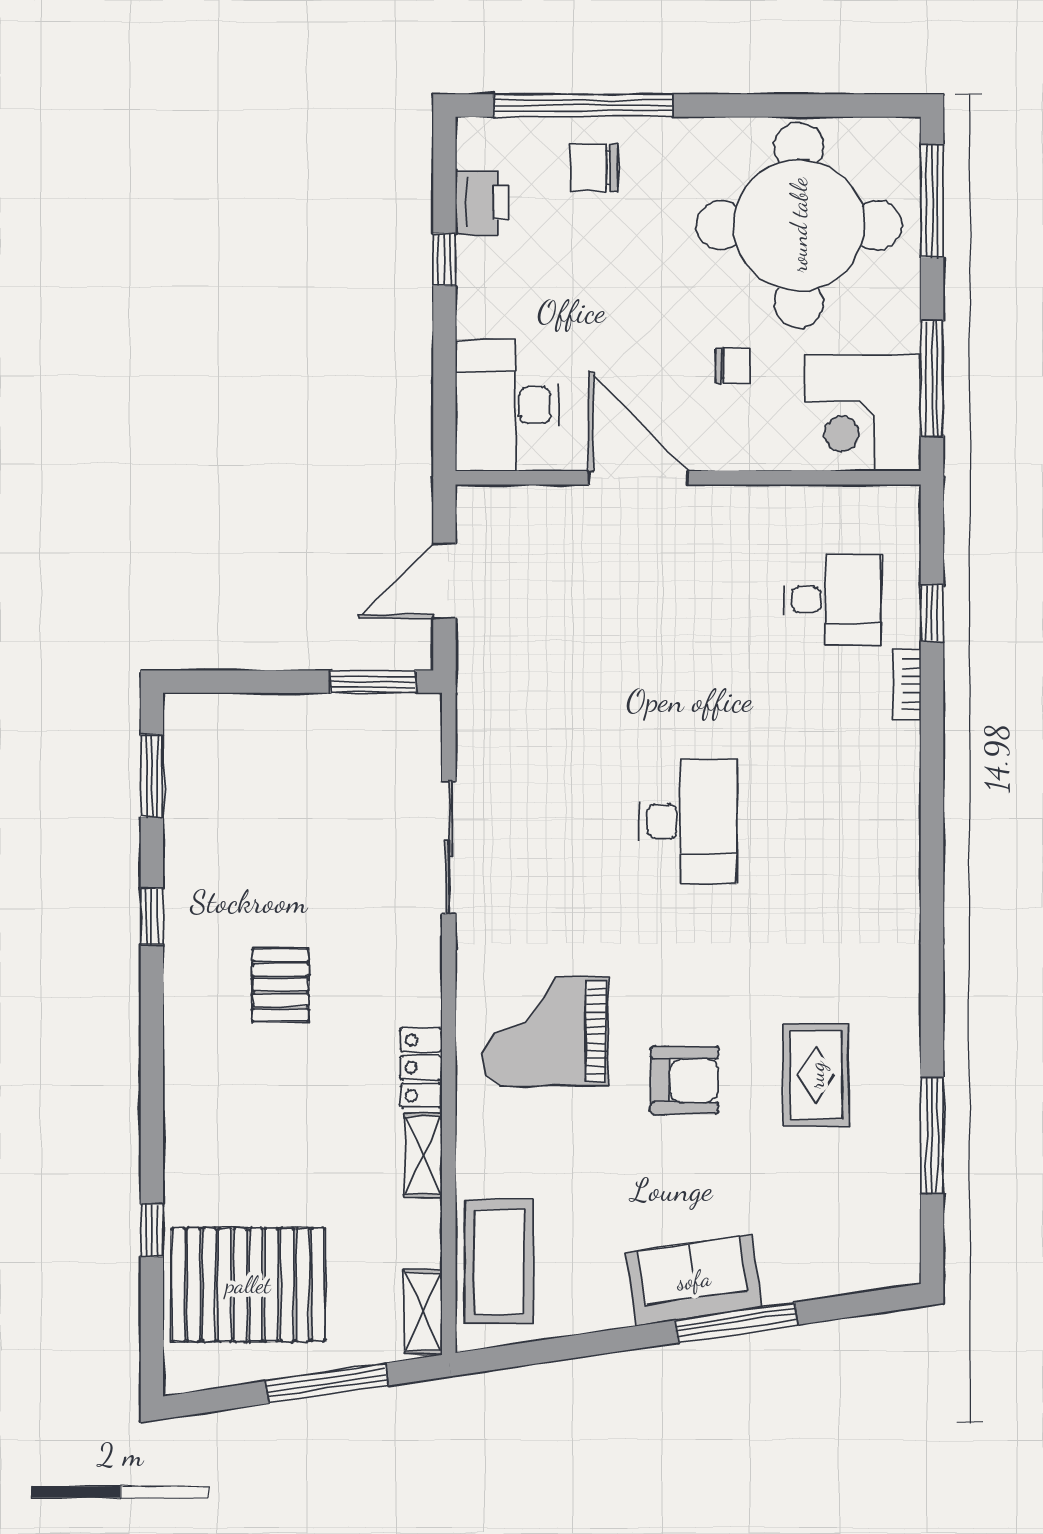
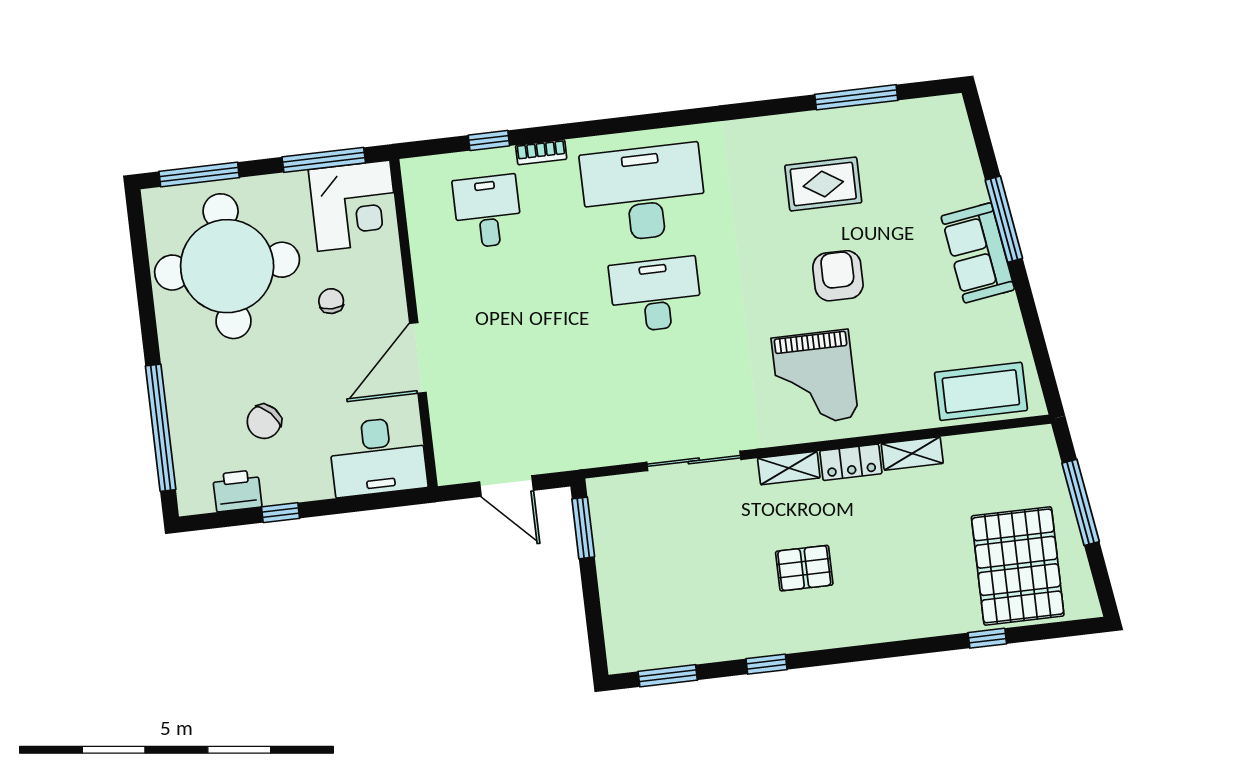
chair: (594, 168) -> (264, 422), moved, turned 46
desk: (833, 821) -> (644, 193), added
shelving: (423, 1312) -> (789, 468), moved

